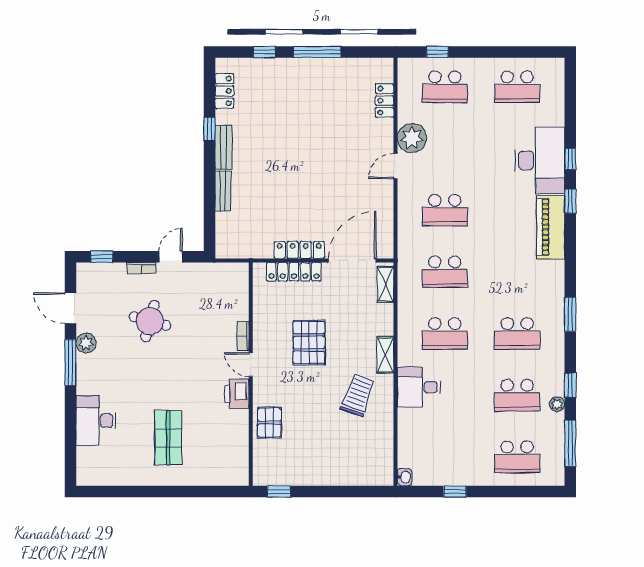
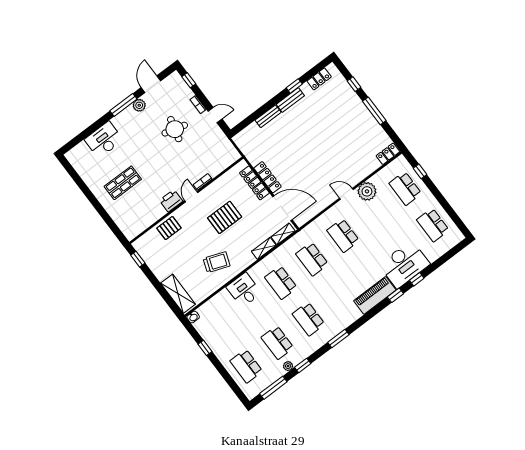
locker: (385, 101) -> (388, 154), moved
shelving: (385, 355) -> (264, 248), moved
shelving: (361, 474) -> (178, 294), added

